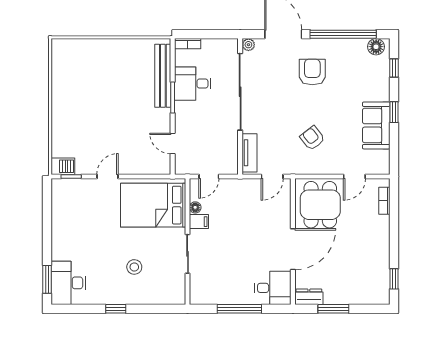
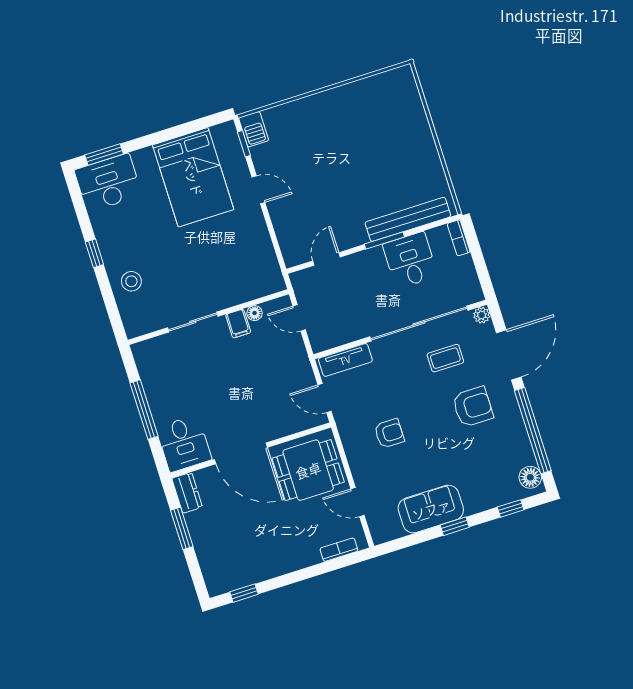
coffee table: (271, 81) -> (445, 358), added
armchair: (312, 138) -> (389, 433), turned 38
bed: (153, 205) -> (193, 177), moved, turned 180
stool: (134, 267) -> (131, 281), moved

